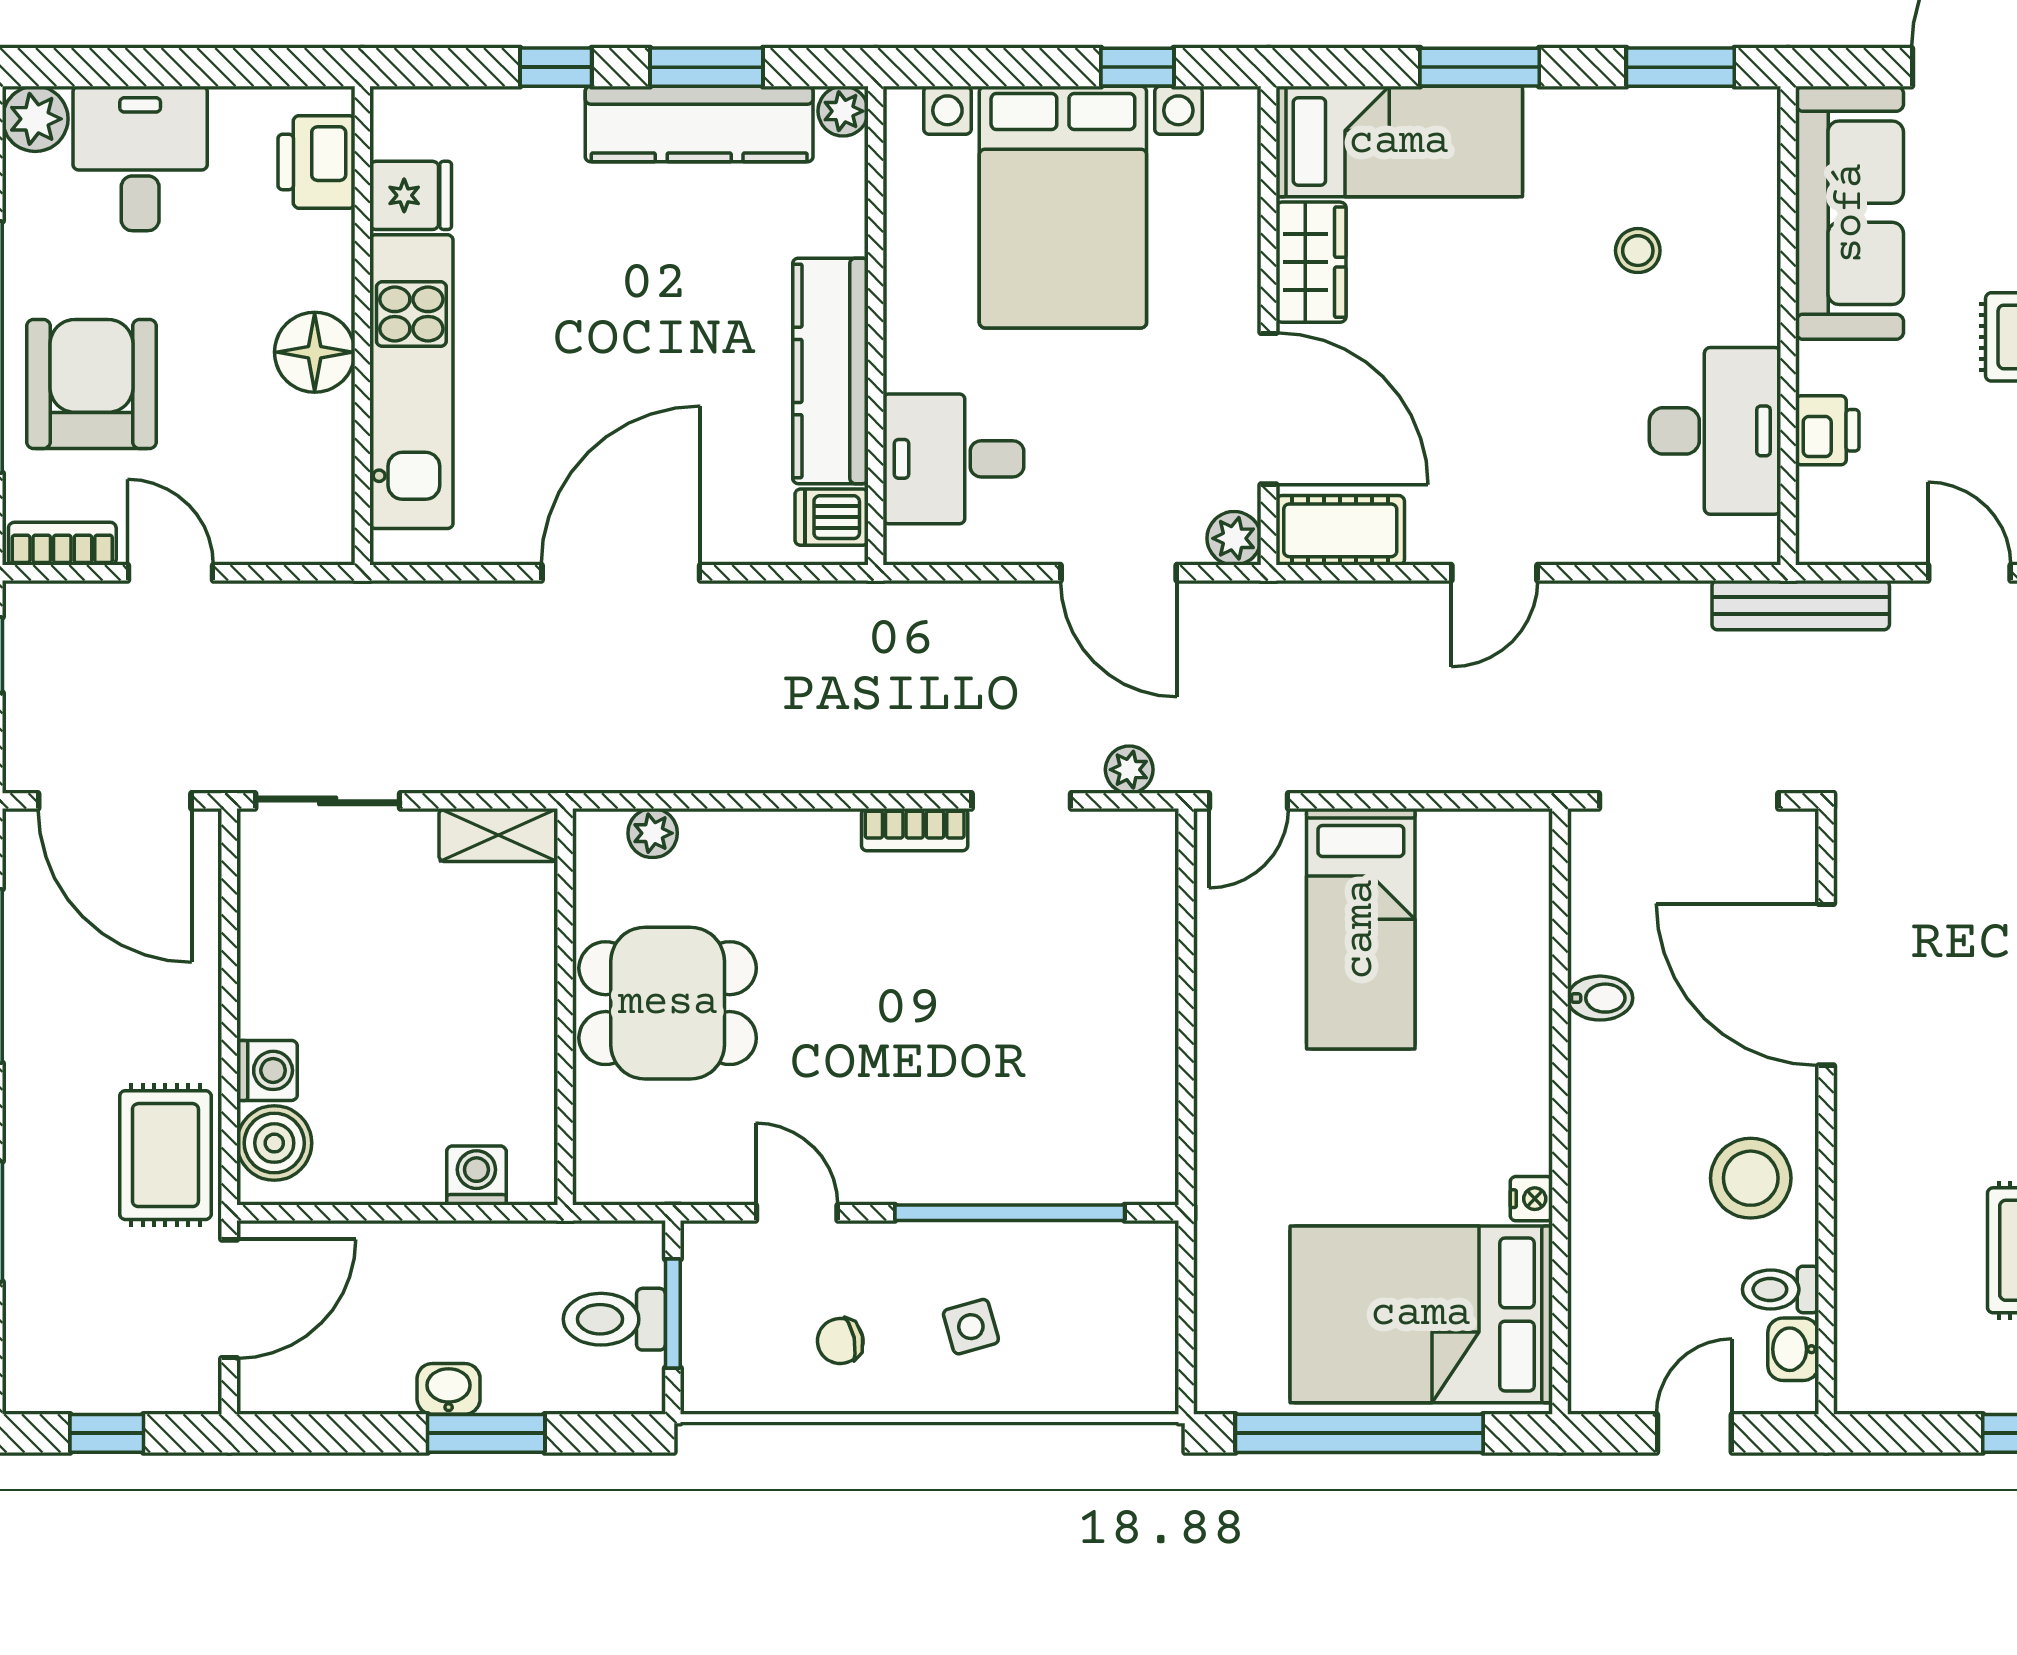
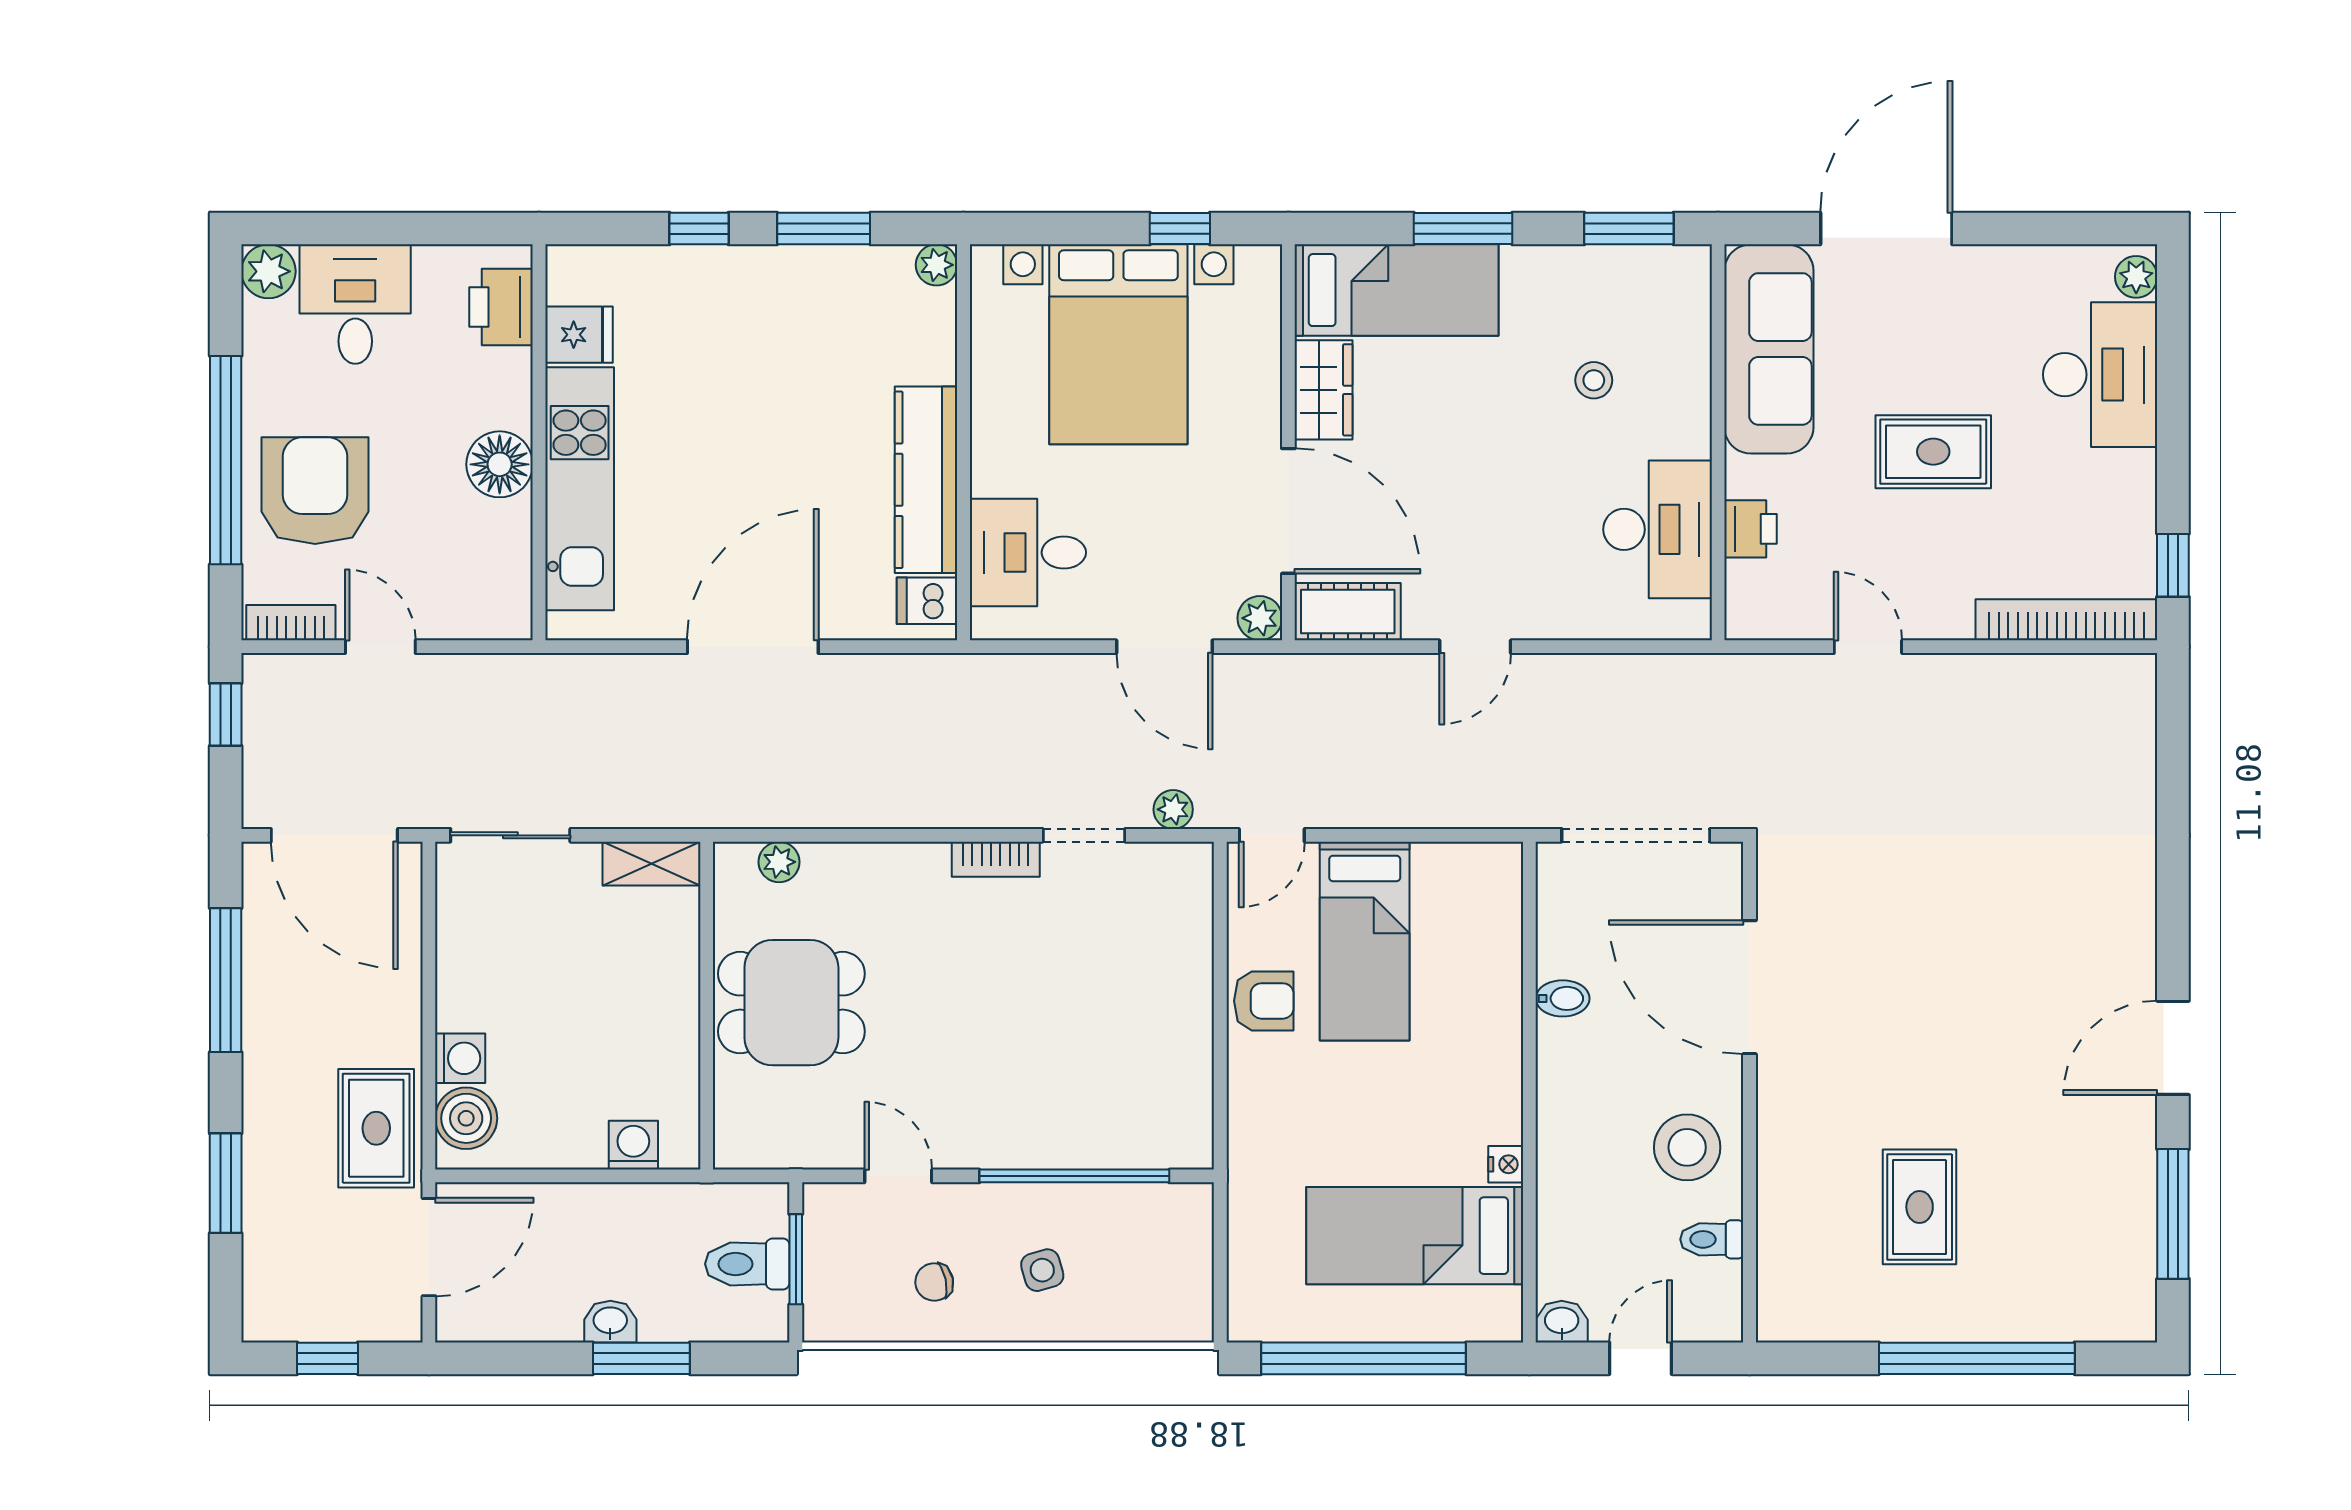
kitchen counter: (699, 124) -> (818, 276), removed
bench: (1801, 605) -> (1728, 673), removed
armchair: (1239, 1001) -> (1264, 1001), added
bed: (1421, 1314) -> (1415, 1236), width x0.67
washbasin: (1793, 1349) -> (1562, 1322), moved, turned 90

